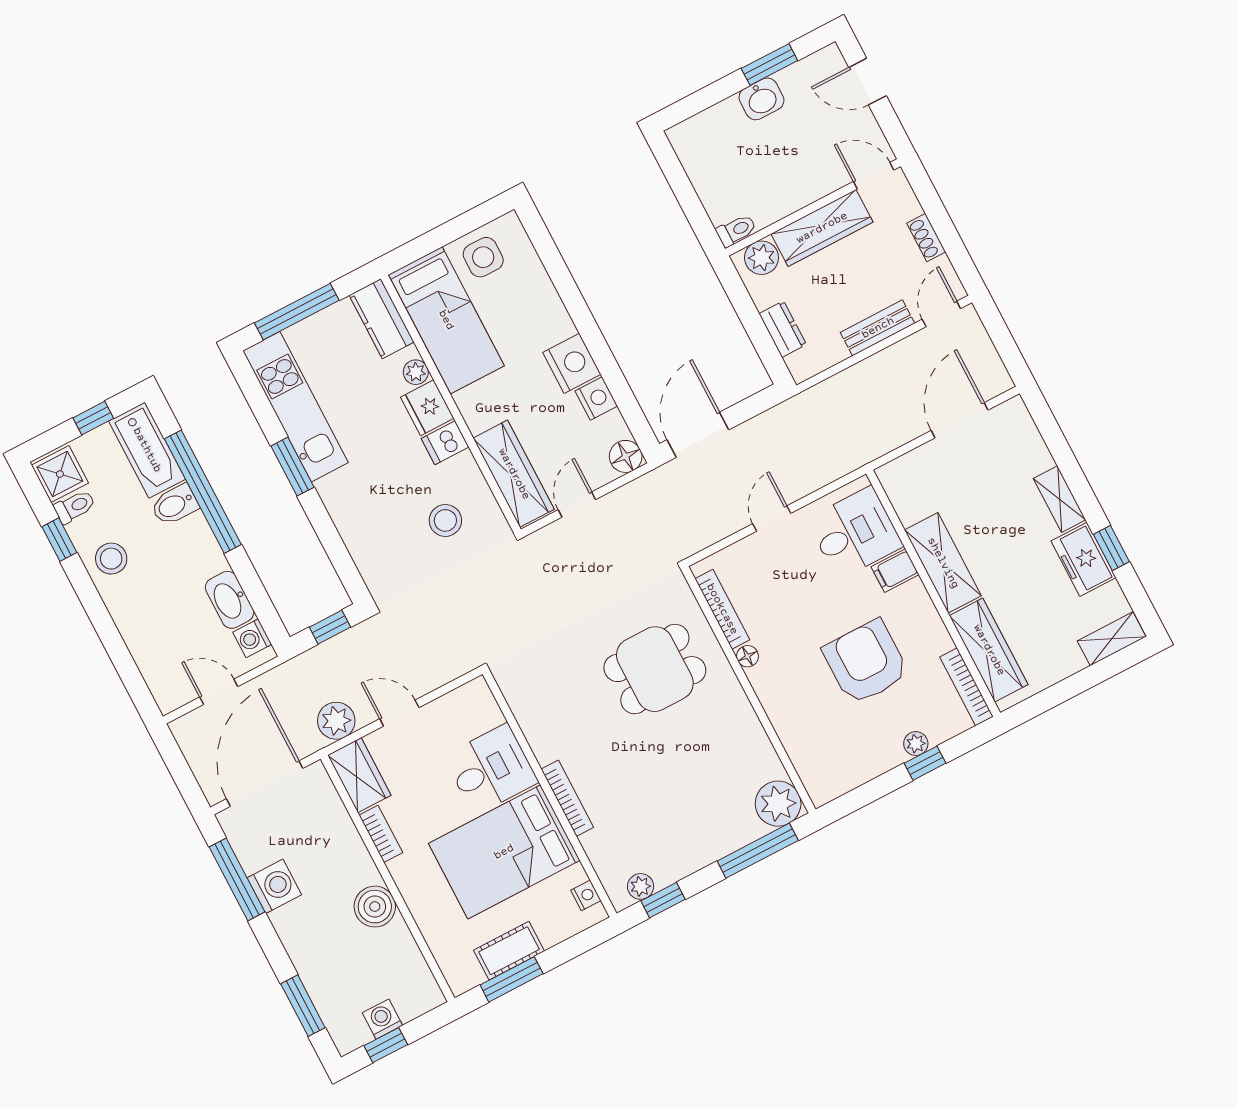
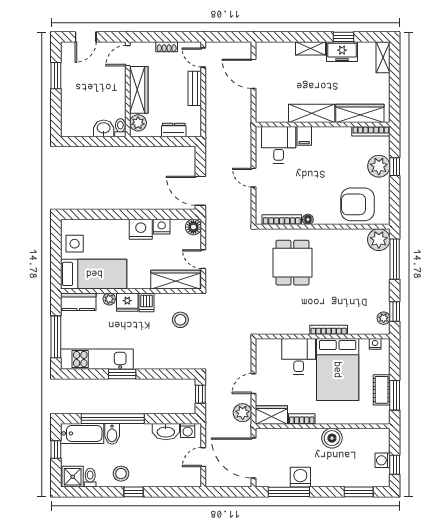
washbasin: (761, 99) -> (104, 128), moved, turned -90
window: (59, 540) -> (133, 492), moved
armchair: (866, 662) -> (358, 204), moved
plant: (916, 744) -> (379, 166), width x1.88, depth x1.88

